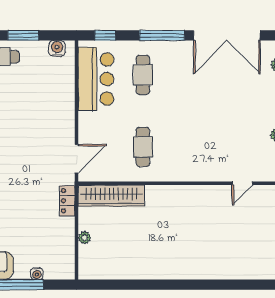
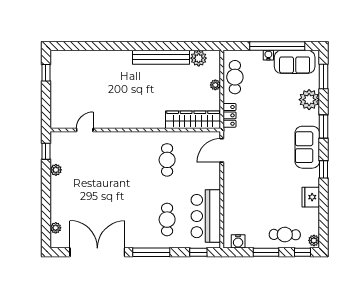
cafe table: (61, 247) -> (235, 77), added
plant: (105, 270) -> (199, 58), added
bench: (150, 271) -> (161, 57), added
water cooler: (37, 274) -> (268, 55), moved

